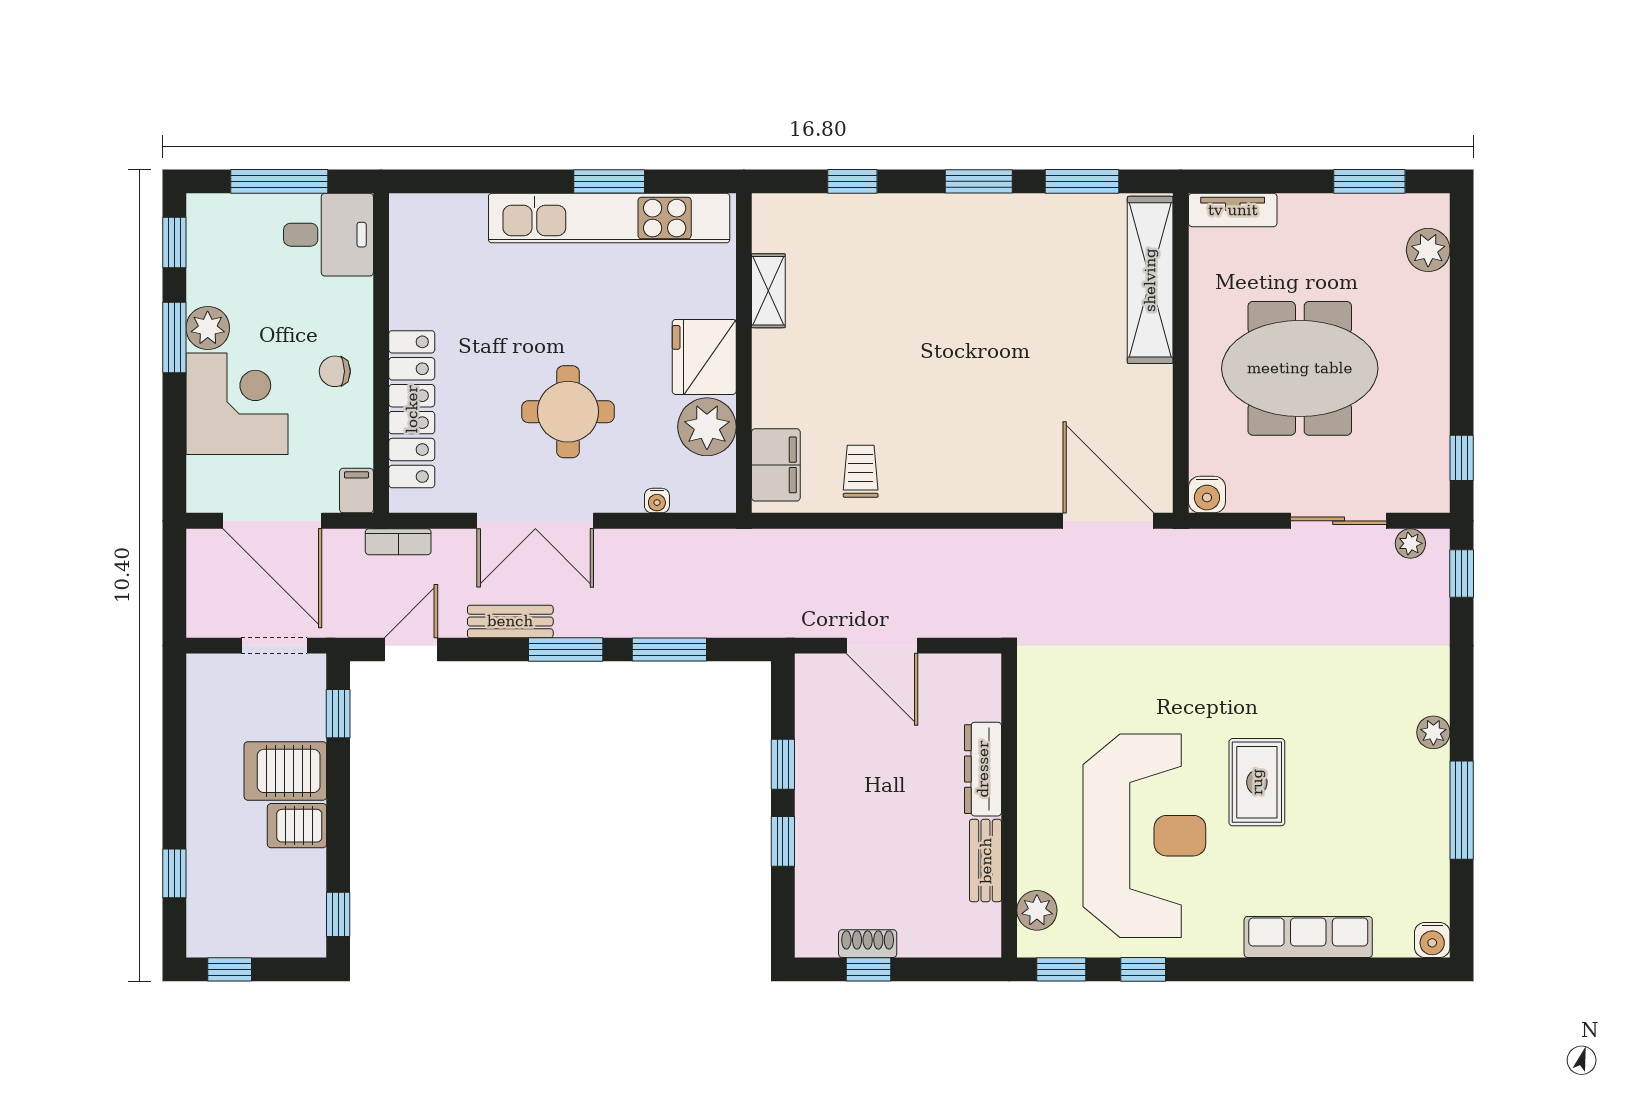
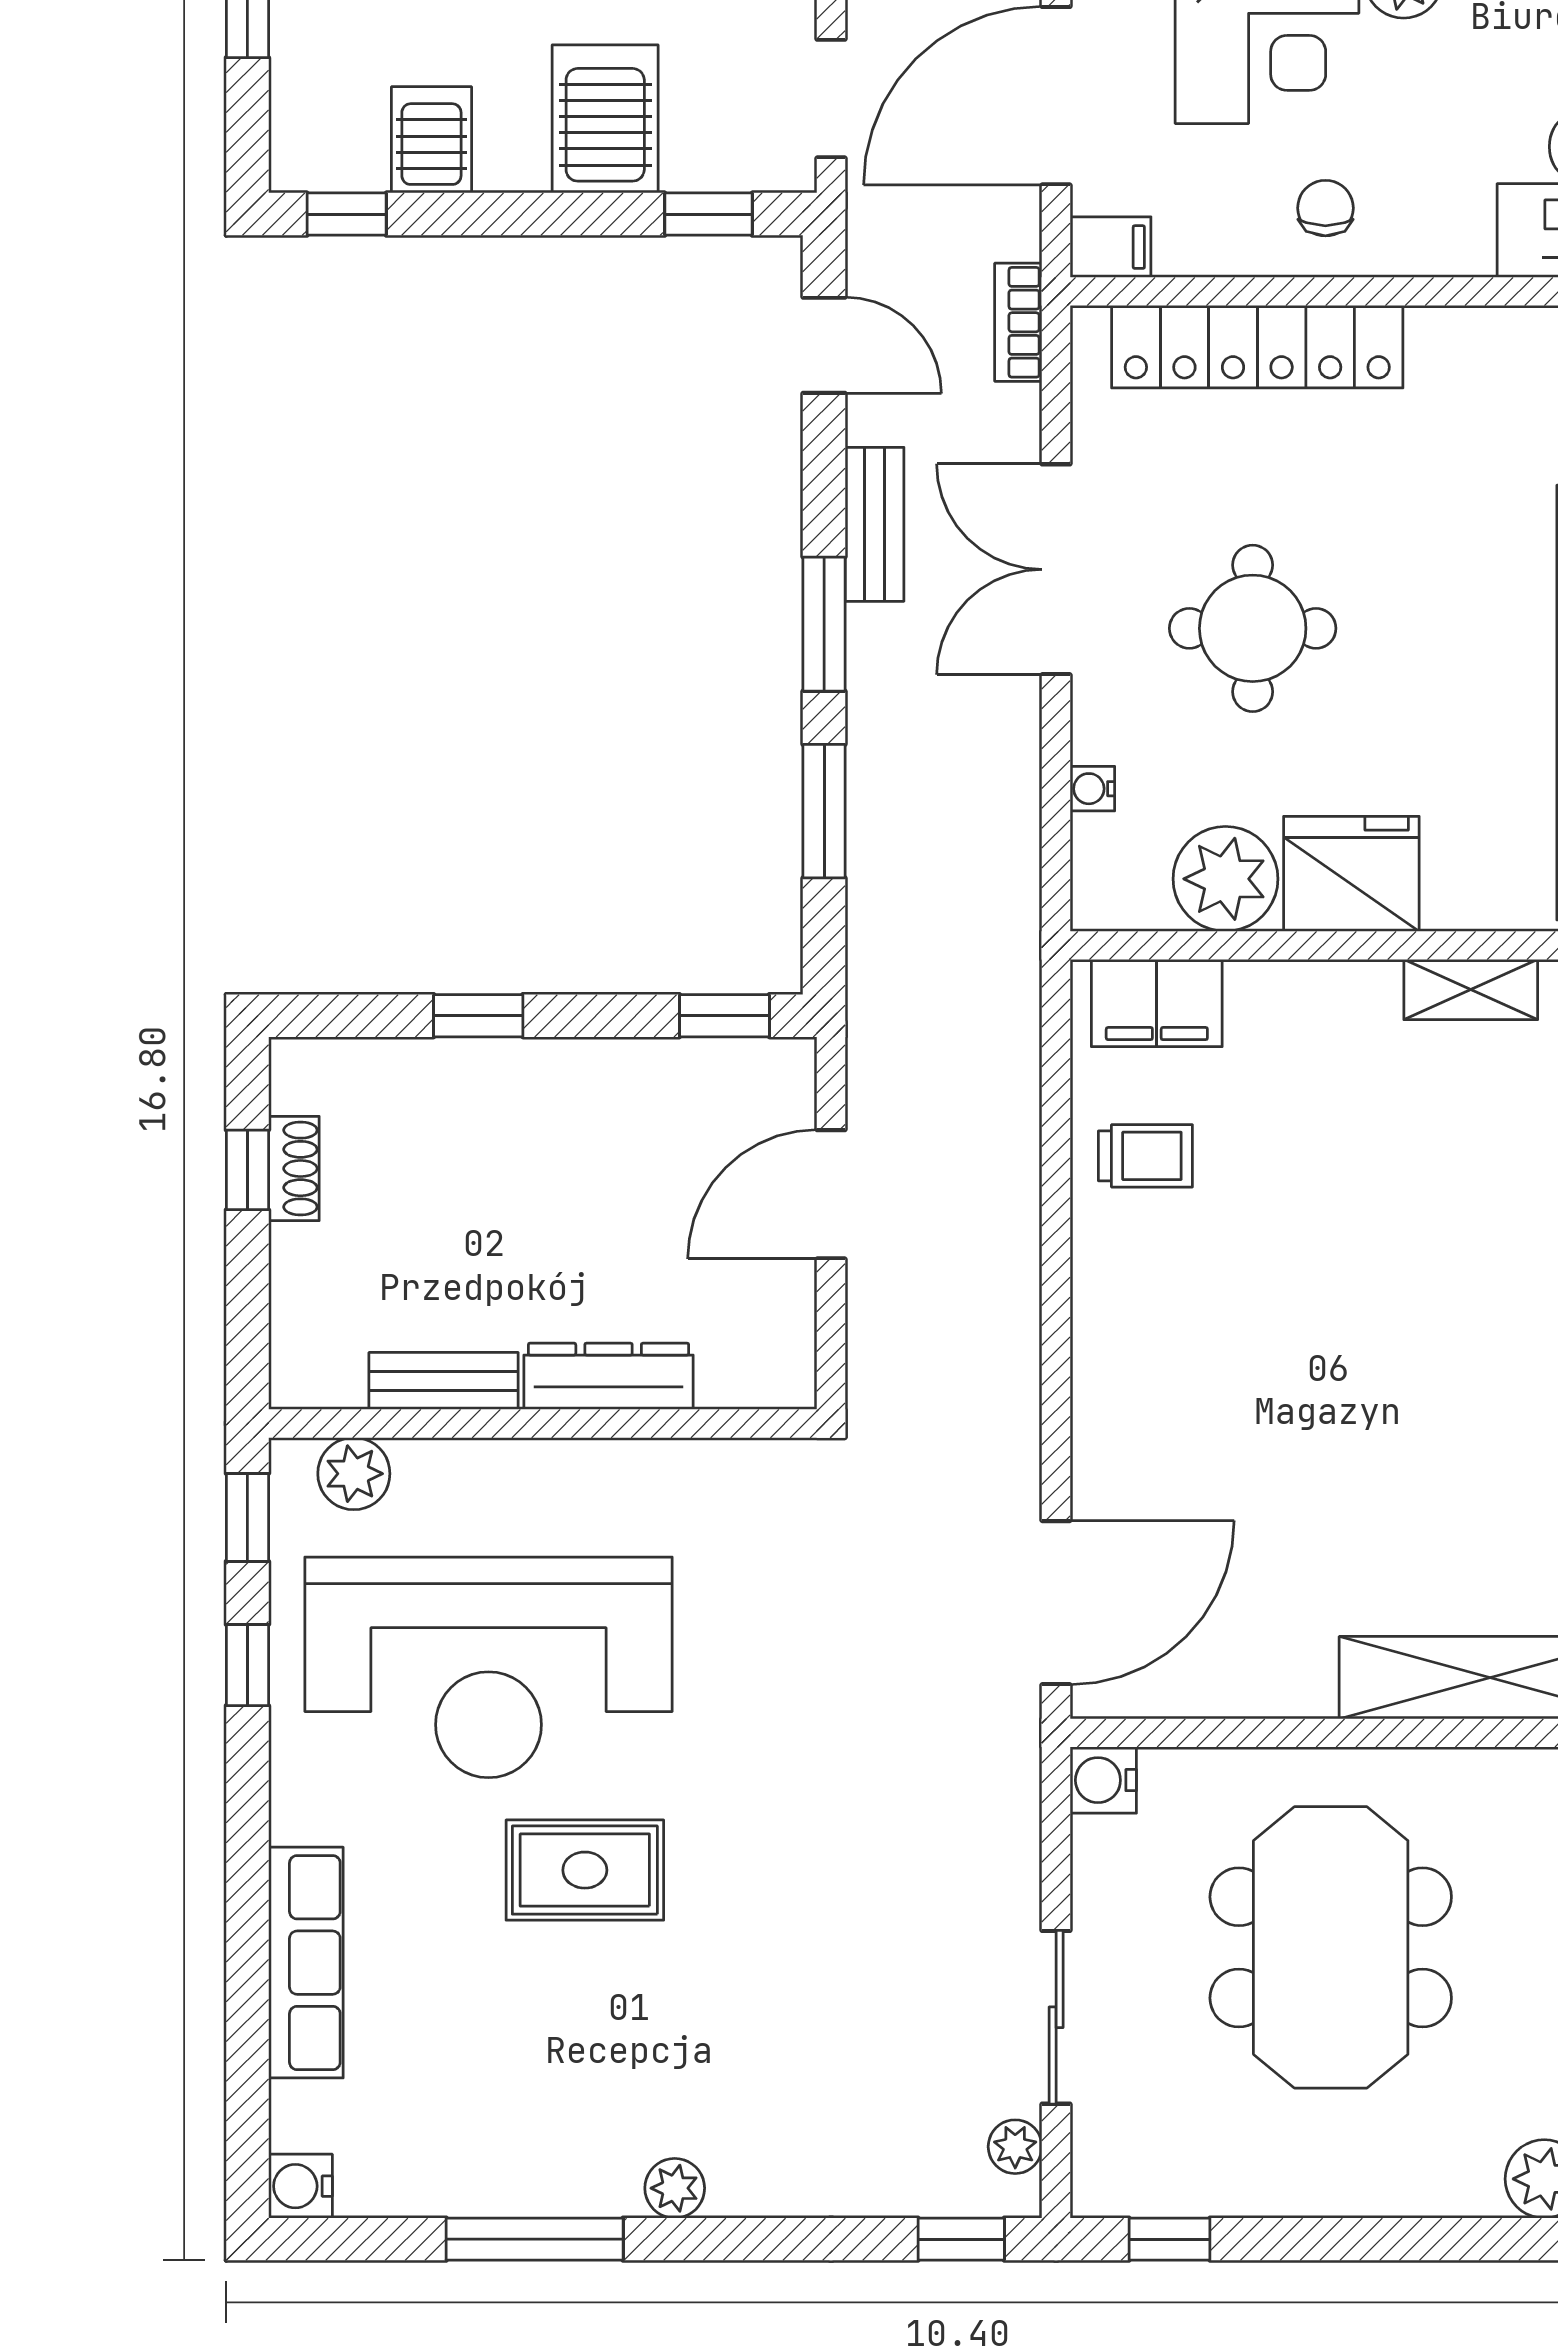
window: (783, 764) -> (724, 1016), moved
server rack: (297, 826) -> (431, 140), moved

